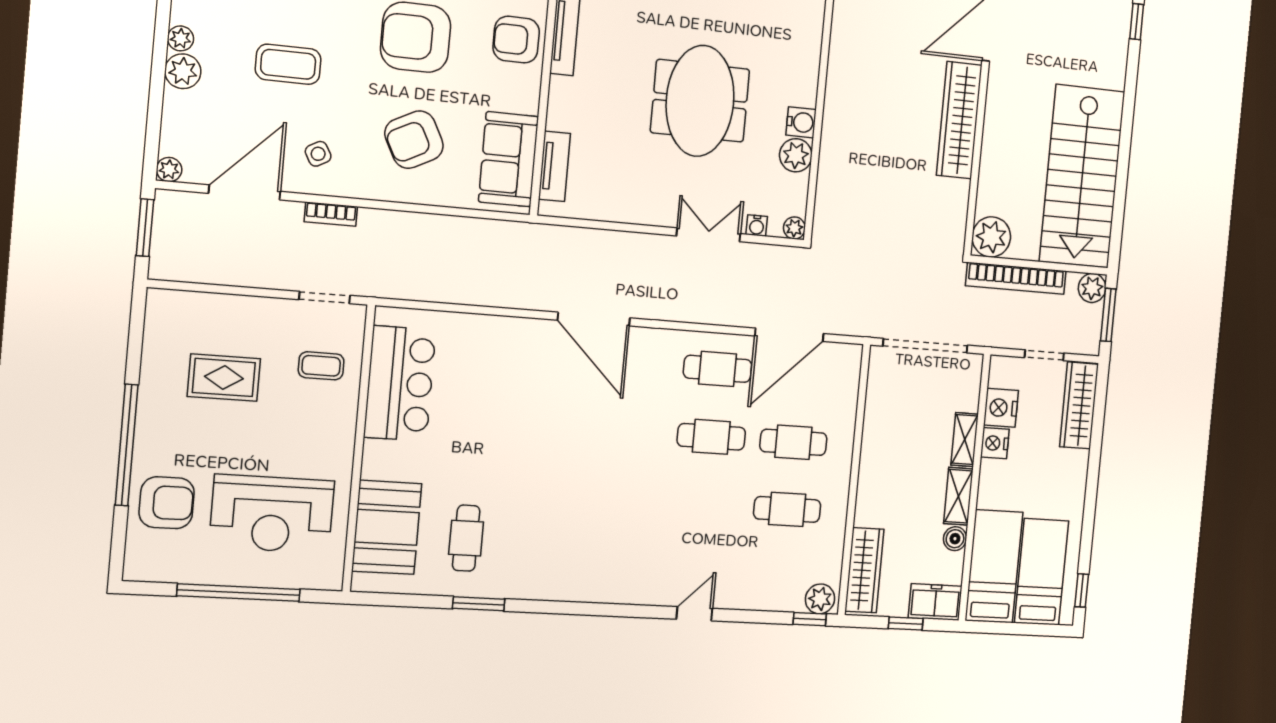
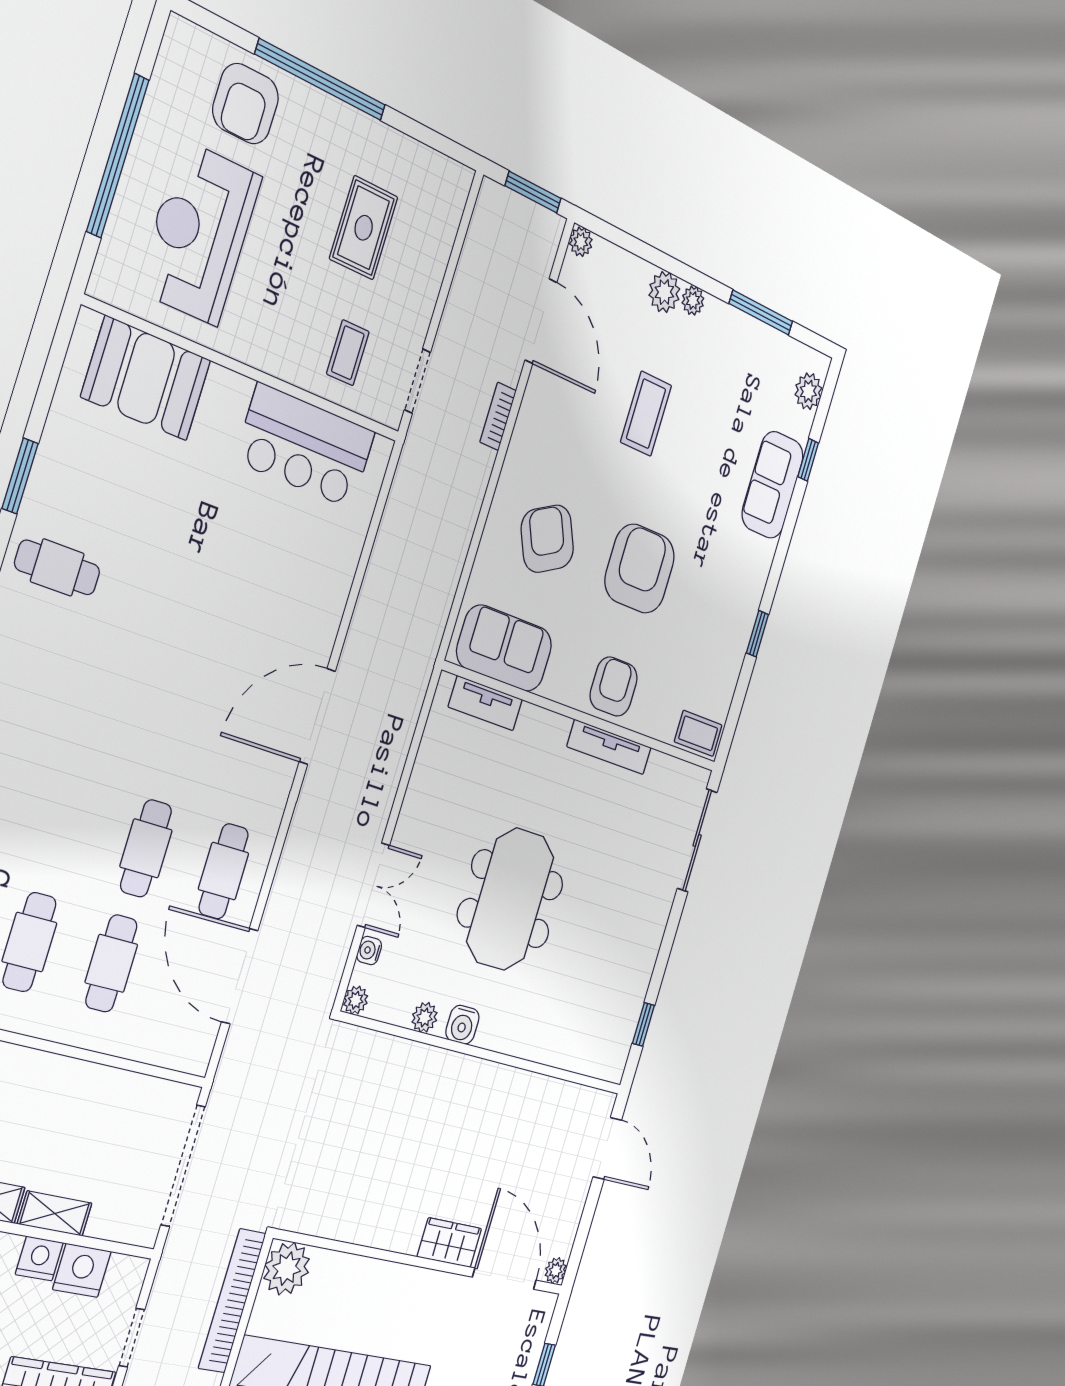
meeting table: (700, 101) -> (510, 899), turned 90
wardrobe: (959, 120) -> (449, 1243), width x0.48, depth x0.85
side table: (318, 154) -> (558, 420), removed
plant: (796, 155) -> (425, 1017), width x0.73, depth x0.73
cafe table: (466, 538) -> (57, 568), moved

